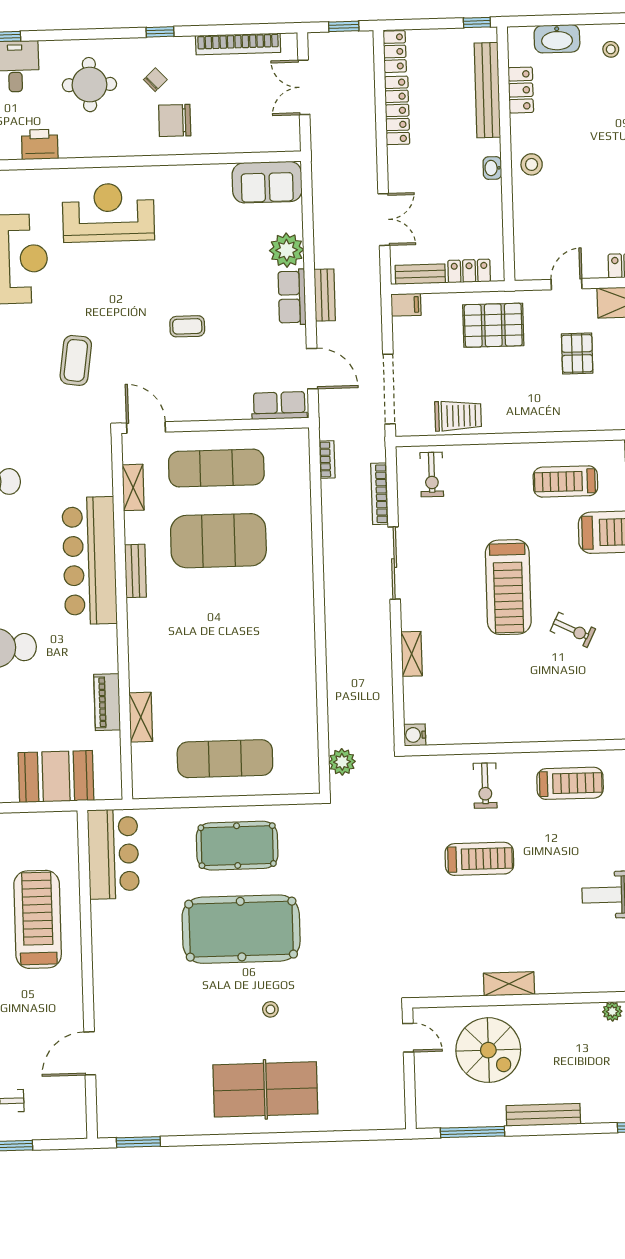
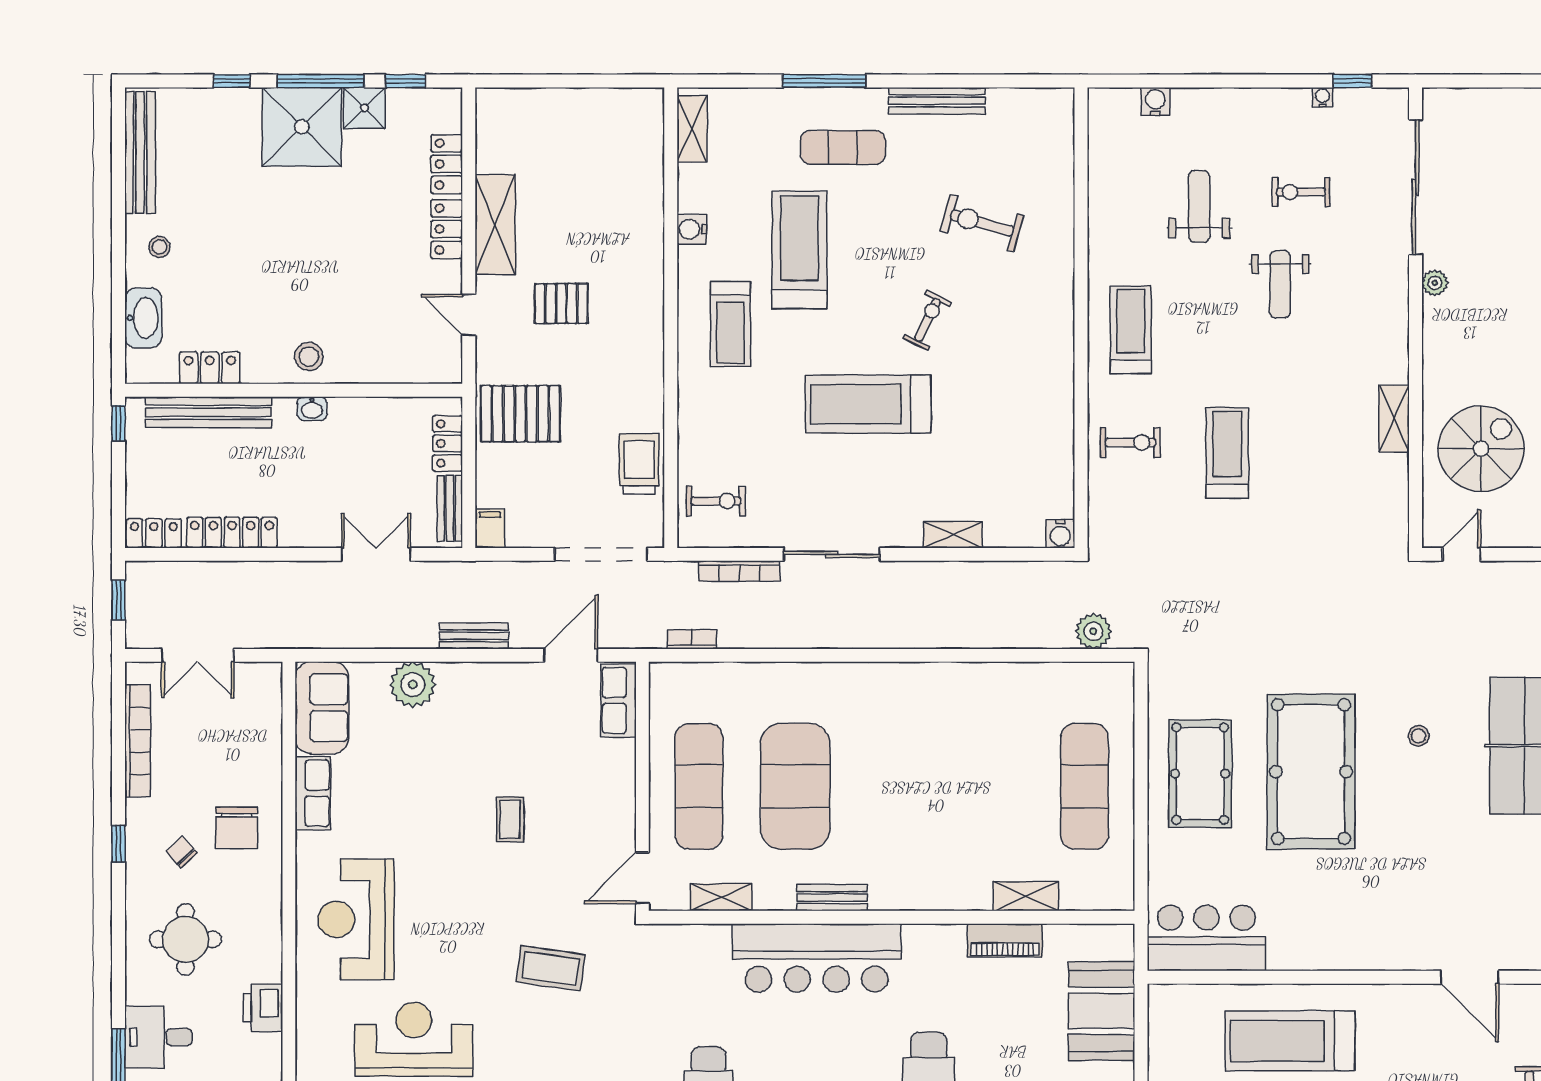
row of seats: (292, 297) -> (313, 793), moved, turned -90
pallet: (493, 325) -> (520, 414), turned 90
treadmill: (508, 587) -> (868, 404), turned 180

